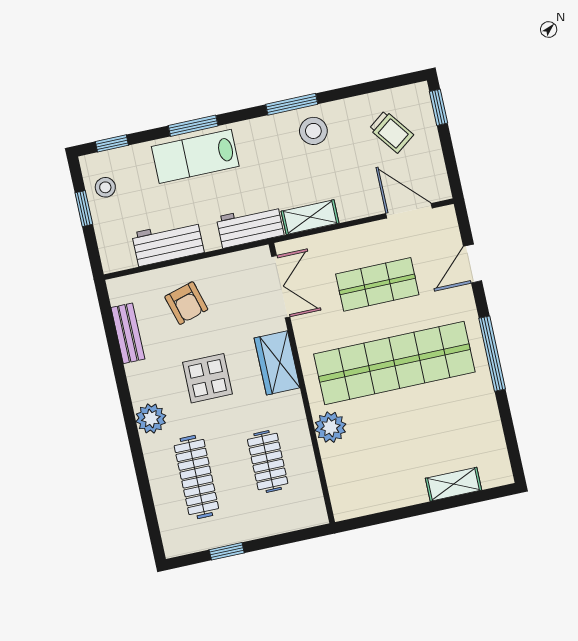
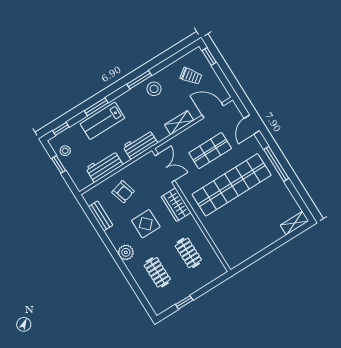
shelving: (310, 217) -> (179, 123), moved
plant: (330, 427) -> (212, 226), removed
clothes rail: (196, 477) -> (157, 272), width x0.73
shelving: (453, 484) -> (294, 223), moved

